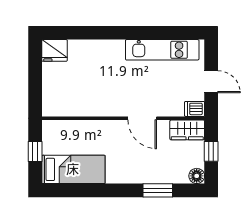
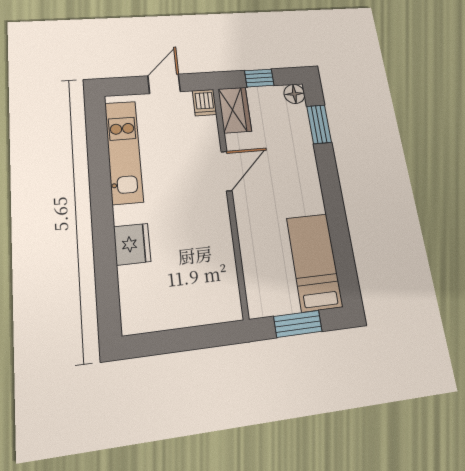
fridge: (54, 50) -> (132, 244), moved
window: (35, 152) -> (298, 324), width x1.50
window: (158, 190) -> (319, 124), moved

